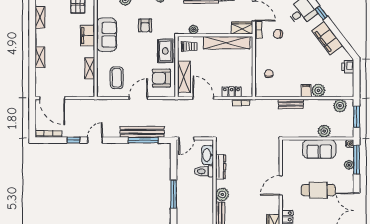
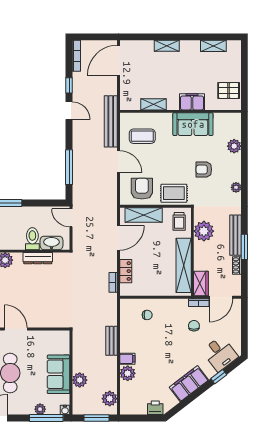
plant: (193, 29) -> (204, 231), width x1.87, depth x1.87
bench: (142, 132) -> (111, 121), moved

